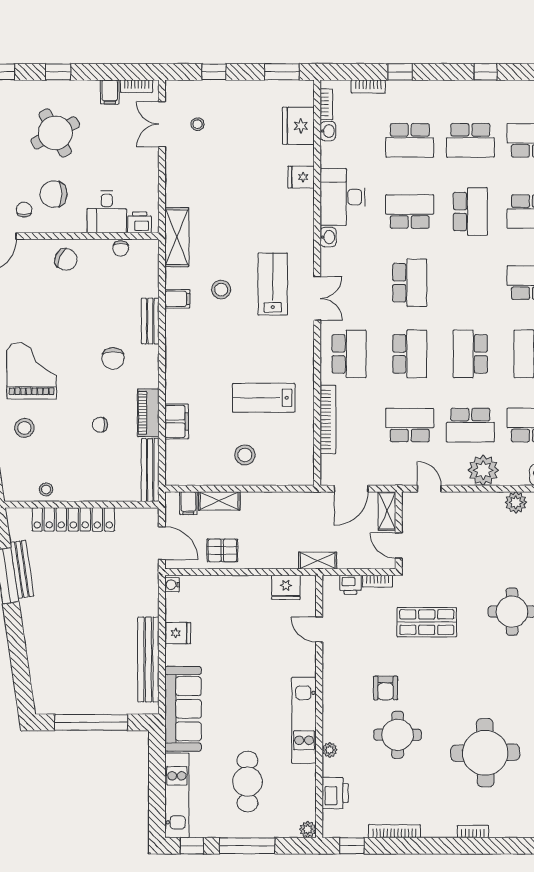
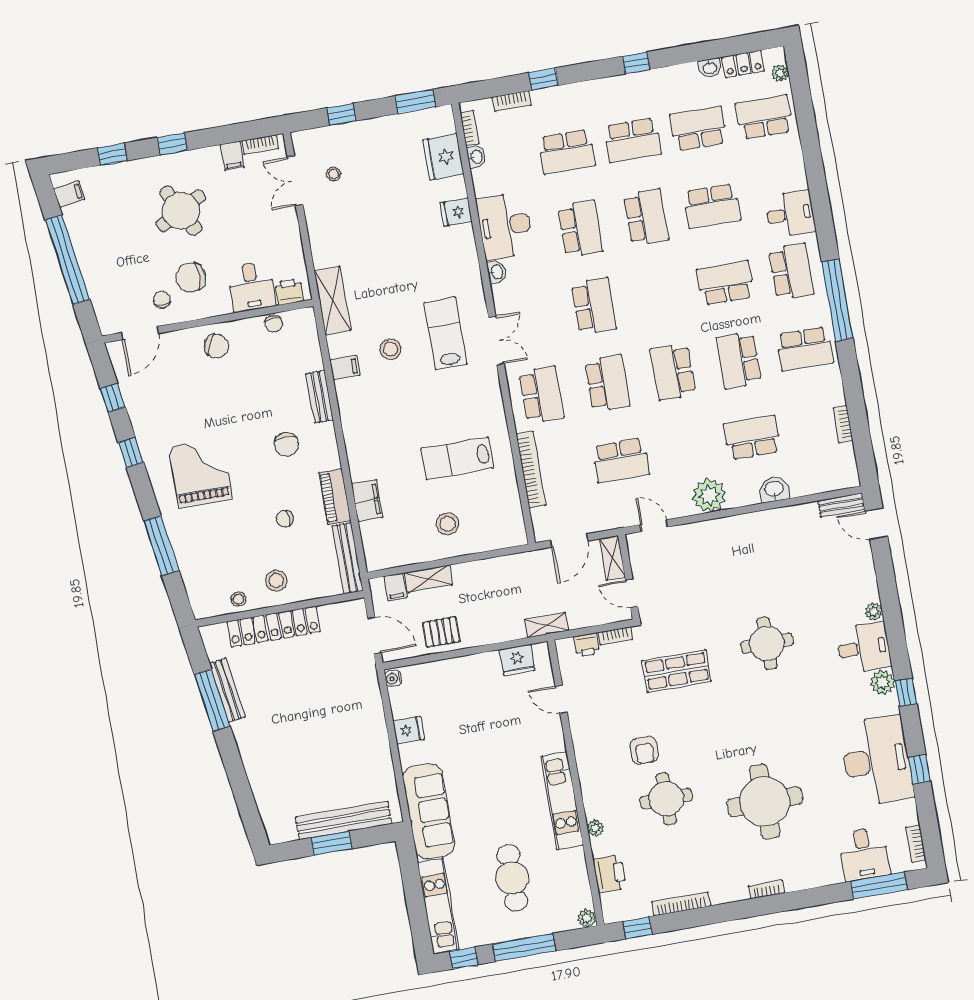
school desk: (410, 212) -> (580, 229), turned 90
school desk: (410, 425) -> (621, 460), turned 180
school desk: (470, 425) -> (687, 449), removed
stool: (24, 428) -> (276, 581), moved
plant: (516, 502) -> (751, 524), removed
bench: (148, 660) -> (344, 820), moved, turned 90
window: (91, 722) -> (331, 843), width x0.47

